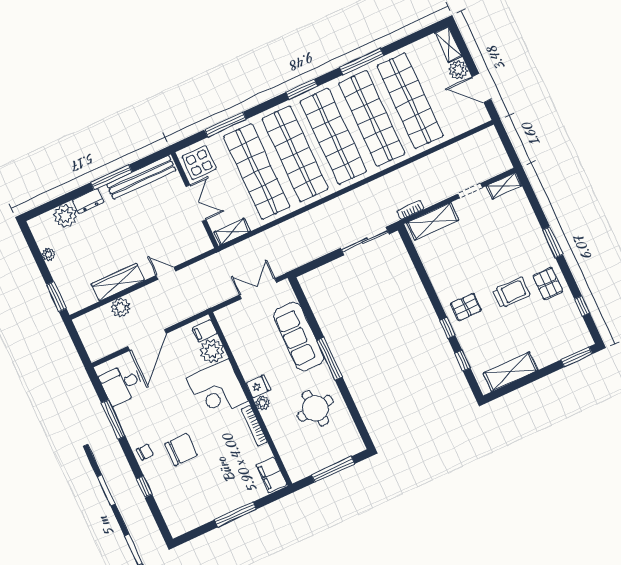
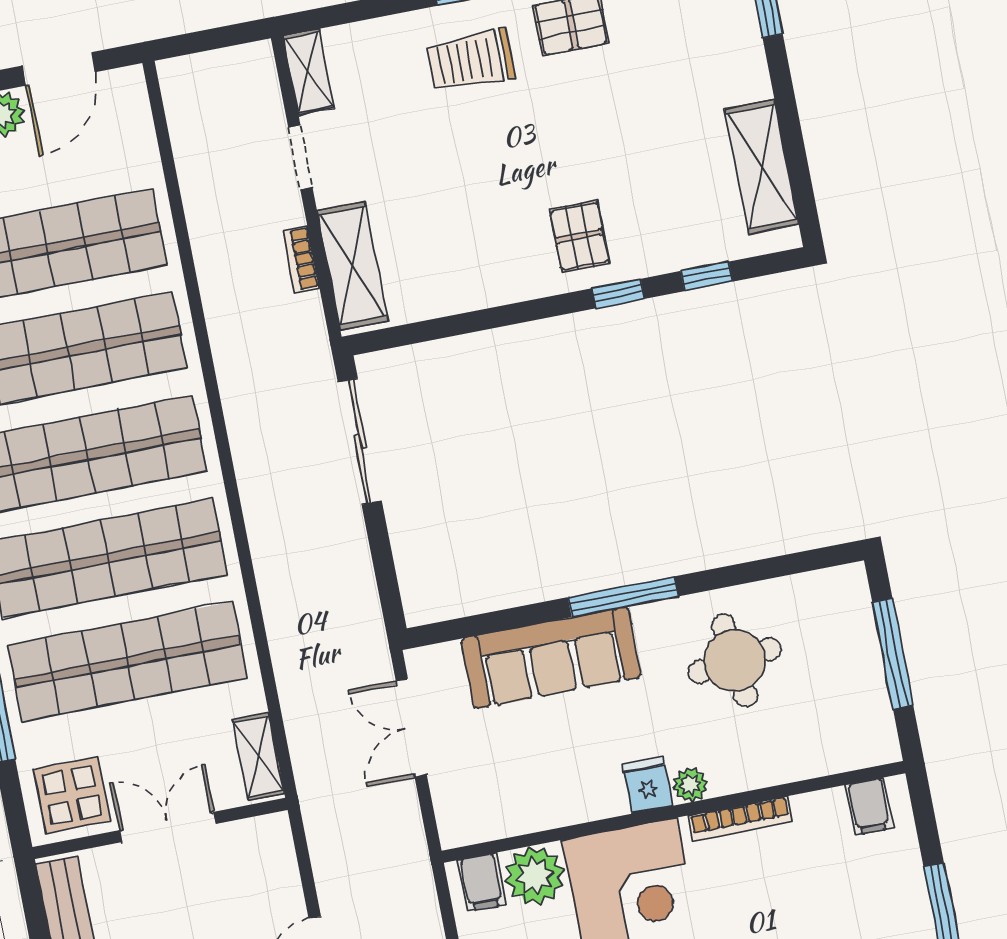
bookcase: (410, 210) -> (301, 259), moved
trolley: (511, 293) -> (471, 60), moved, turned -90
filing cabinet: (271, 475) -> (869, 806), width x0.50

